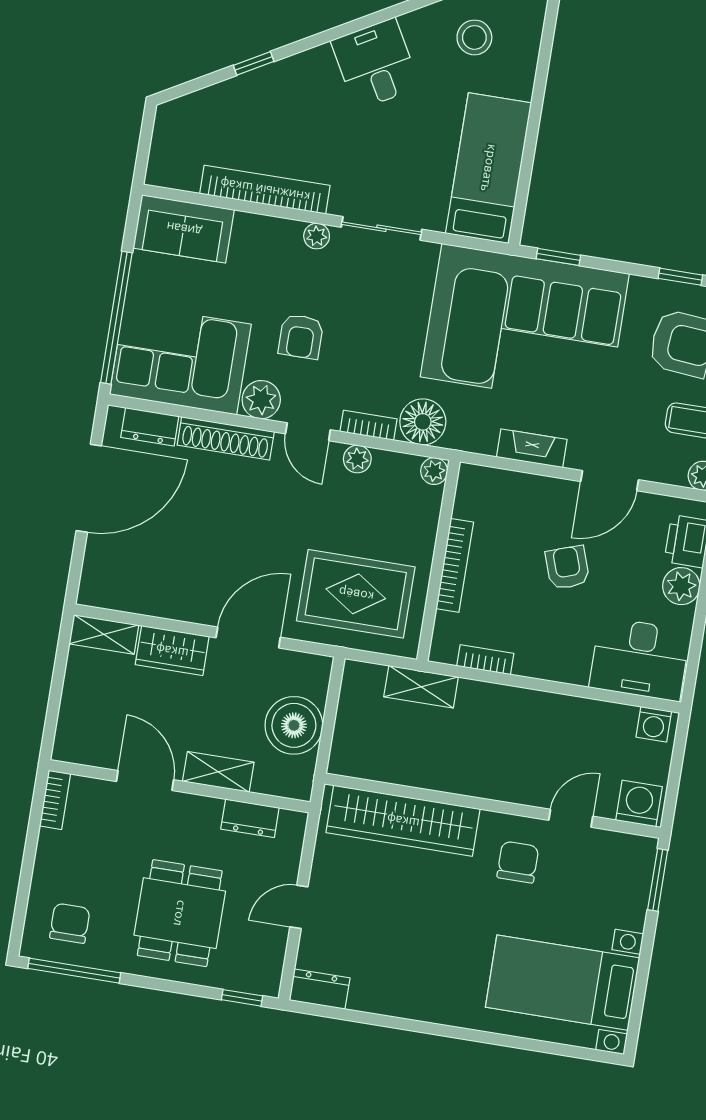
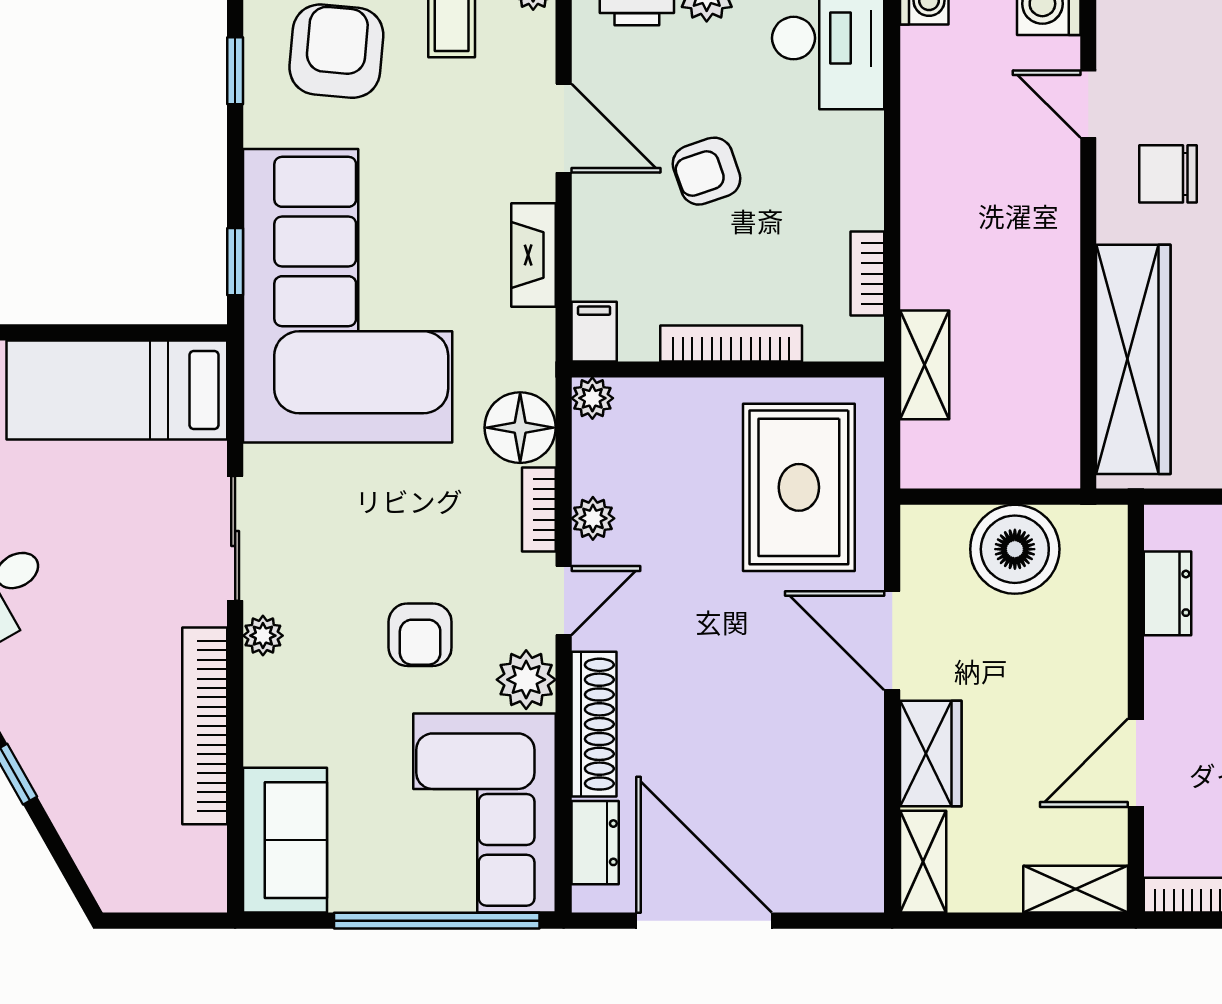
armchair: (301, 337) -> (420, 635), turned 90
filing cabinet: (477, 479) -> (594, 332), added
shelving: (218, 772) -> (1076, 889), moved, turned 90

